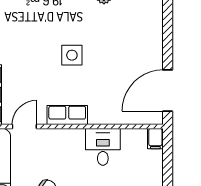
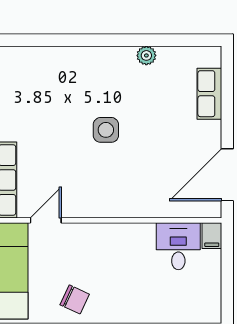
row of seats: (67, 115) -> (209, 94), moved, turned -90
desk: (103, 147) -> (178, 246), moved

